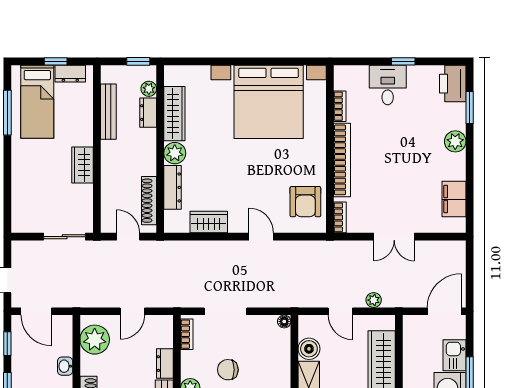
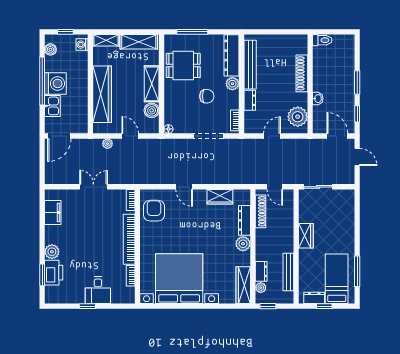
printer: (453, 84) -> (54, 273), moved
wardrobe: (174, 114) -> (243, 285), moved

